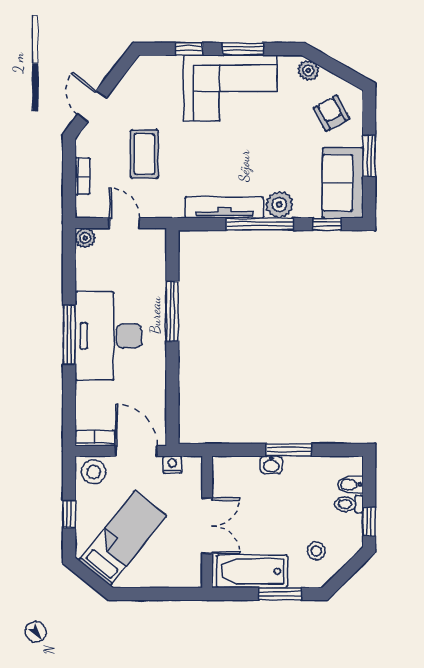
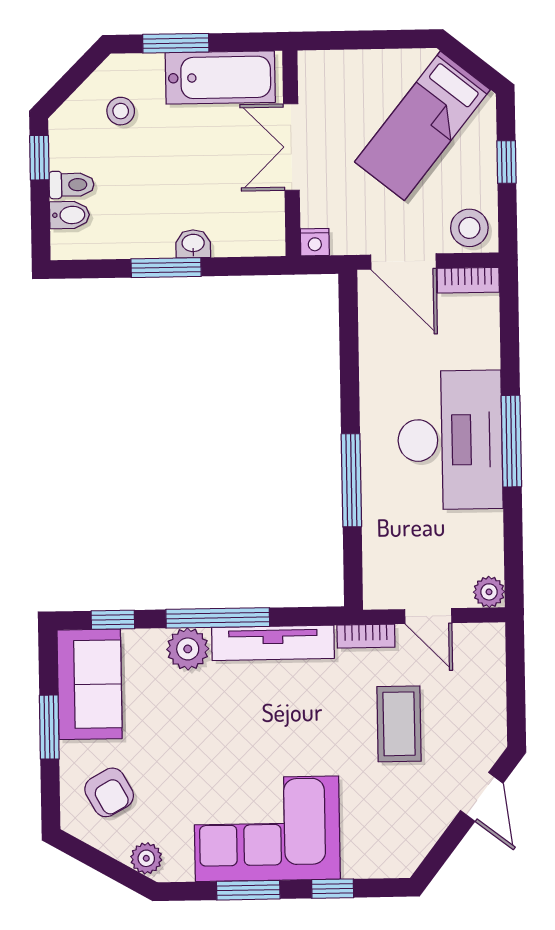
bookcase: (82, 176) -> (366, 636), moved, turned -90
nightstand: (172, 465) -> (315, 242), moved

